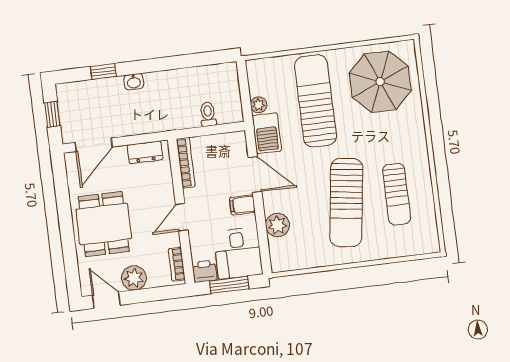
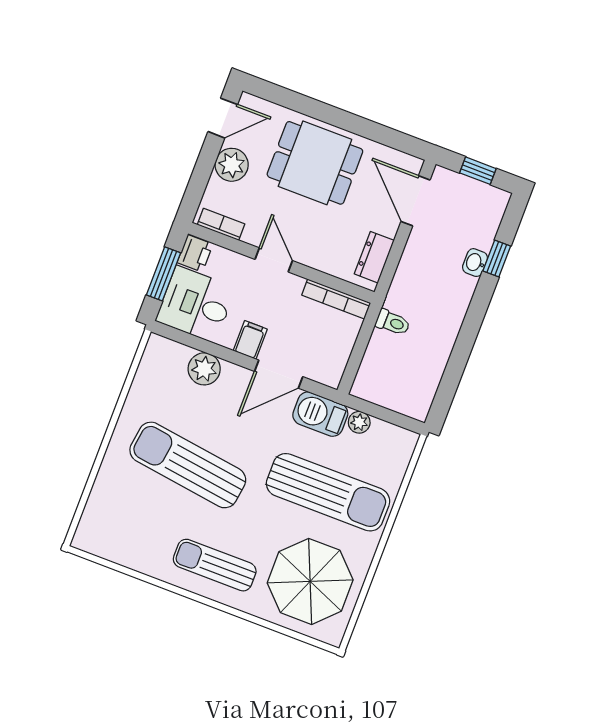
washbasin: (134, 82) -> (475, 263), moved
toilet: (208, 114) -> (393, 323), moved
sun lounger: (397, 194) -> (215, 565), moved

